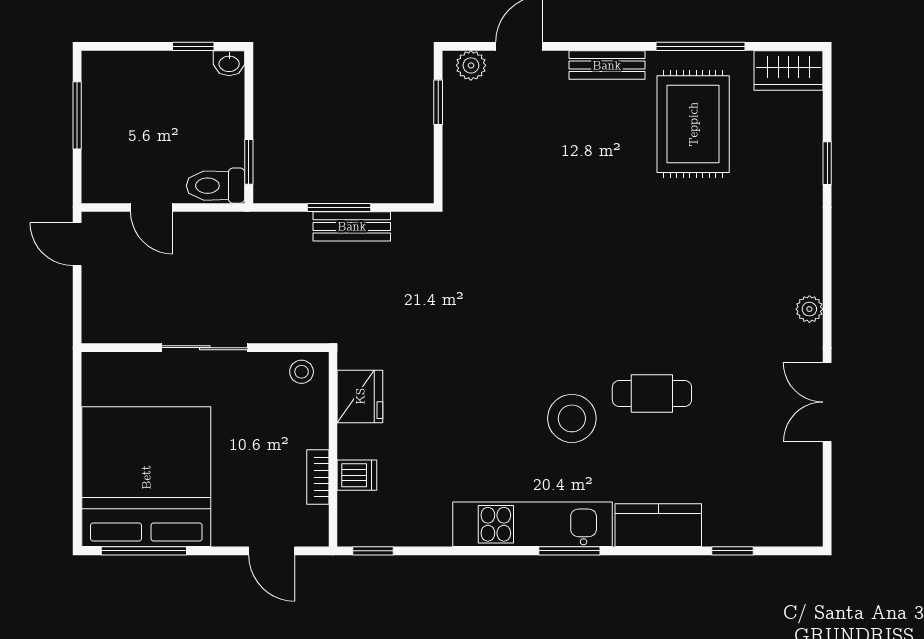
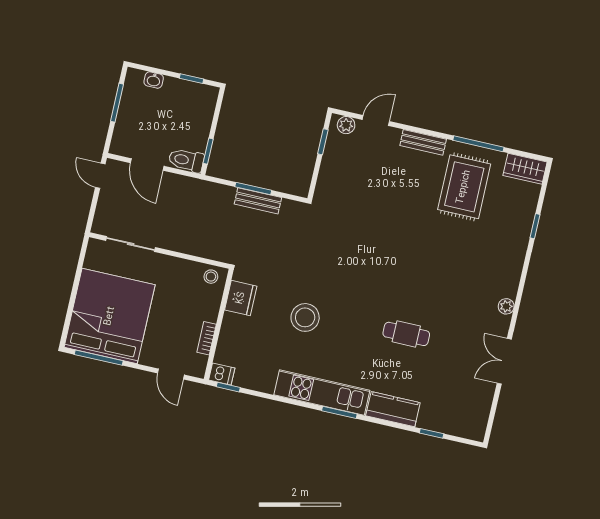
washbasin: (229, 63) -> (154, 80), moved
door: (152, 207) -> (147, 164), width x1.38
sliding door: (205, 348) -> (131, 244), moved
stool: (572, 418) -> (305, 317), moved
dishwasher: (357, 475) -> (222, 374), moved

